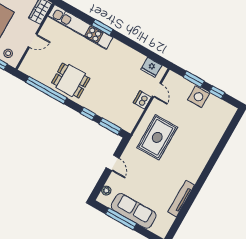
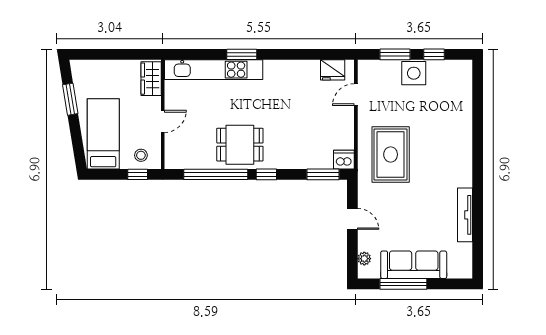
door: (157, 90) -> (356, 95), swing flipped
dishwasher: (142, 100) -> (344, 160), moved, turned 90
window: (88, 114) -> (266, 174), moved

